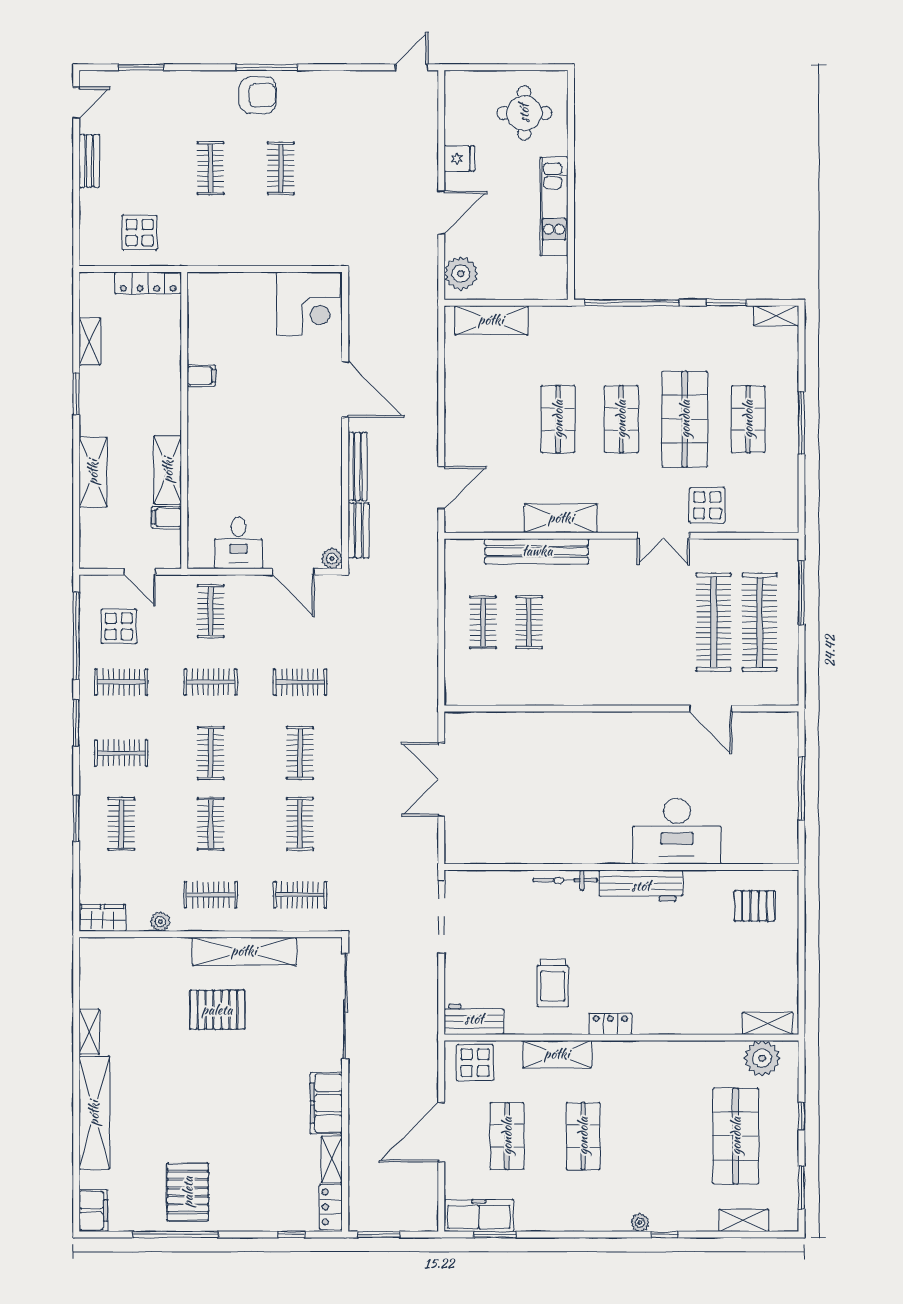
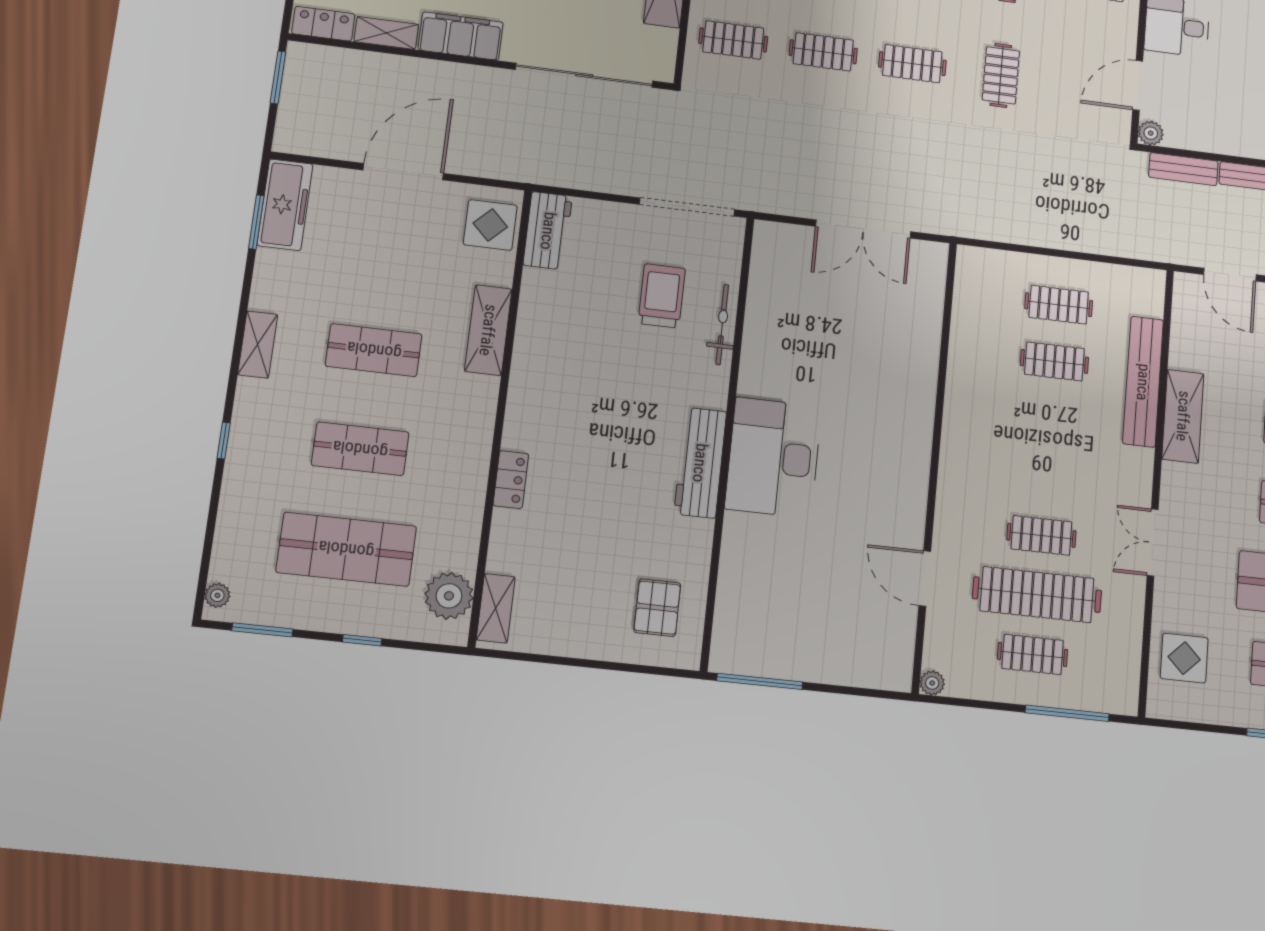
display table: (707, 505) -> (1184, 658), moved
clothes rail: (667, 622) -> (1041, 535), added
clothes rail: (760, 622) -> (1033, 654), width x0.54, depth x0.76
plant: (789, 696) -> (932, 683), added
door: (711, 709) -> (925, 579), hinge flipped
double door: (441, 780) -> (863, 229), swing flipped
window: (801, 788) -> (760, 681), moved
desk: (677, 831) -> (773, 458), moved
bicycle: (565, 880) -> (722, 325), moved
clothes rail: (300, 895) -> (733, 40), turned 90
trolley: (553, 983) -> (662, 296), moved, turned 90
locker: (610, 1024) -> (511, 480), moved
door: (441, 1132) -> (403, 172), hinge flipped
shop shelf: (507, 1136) -> (360, 449), moved
shelving: (744, 1220) -> (258, 345), moved
plant: (640, 1223) -> (217, 595), moved

